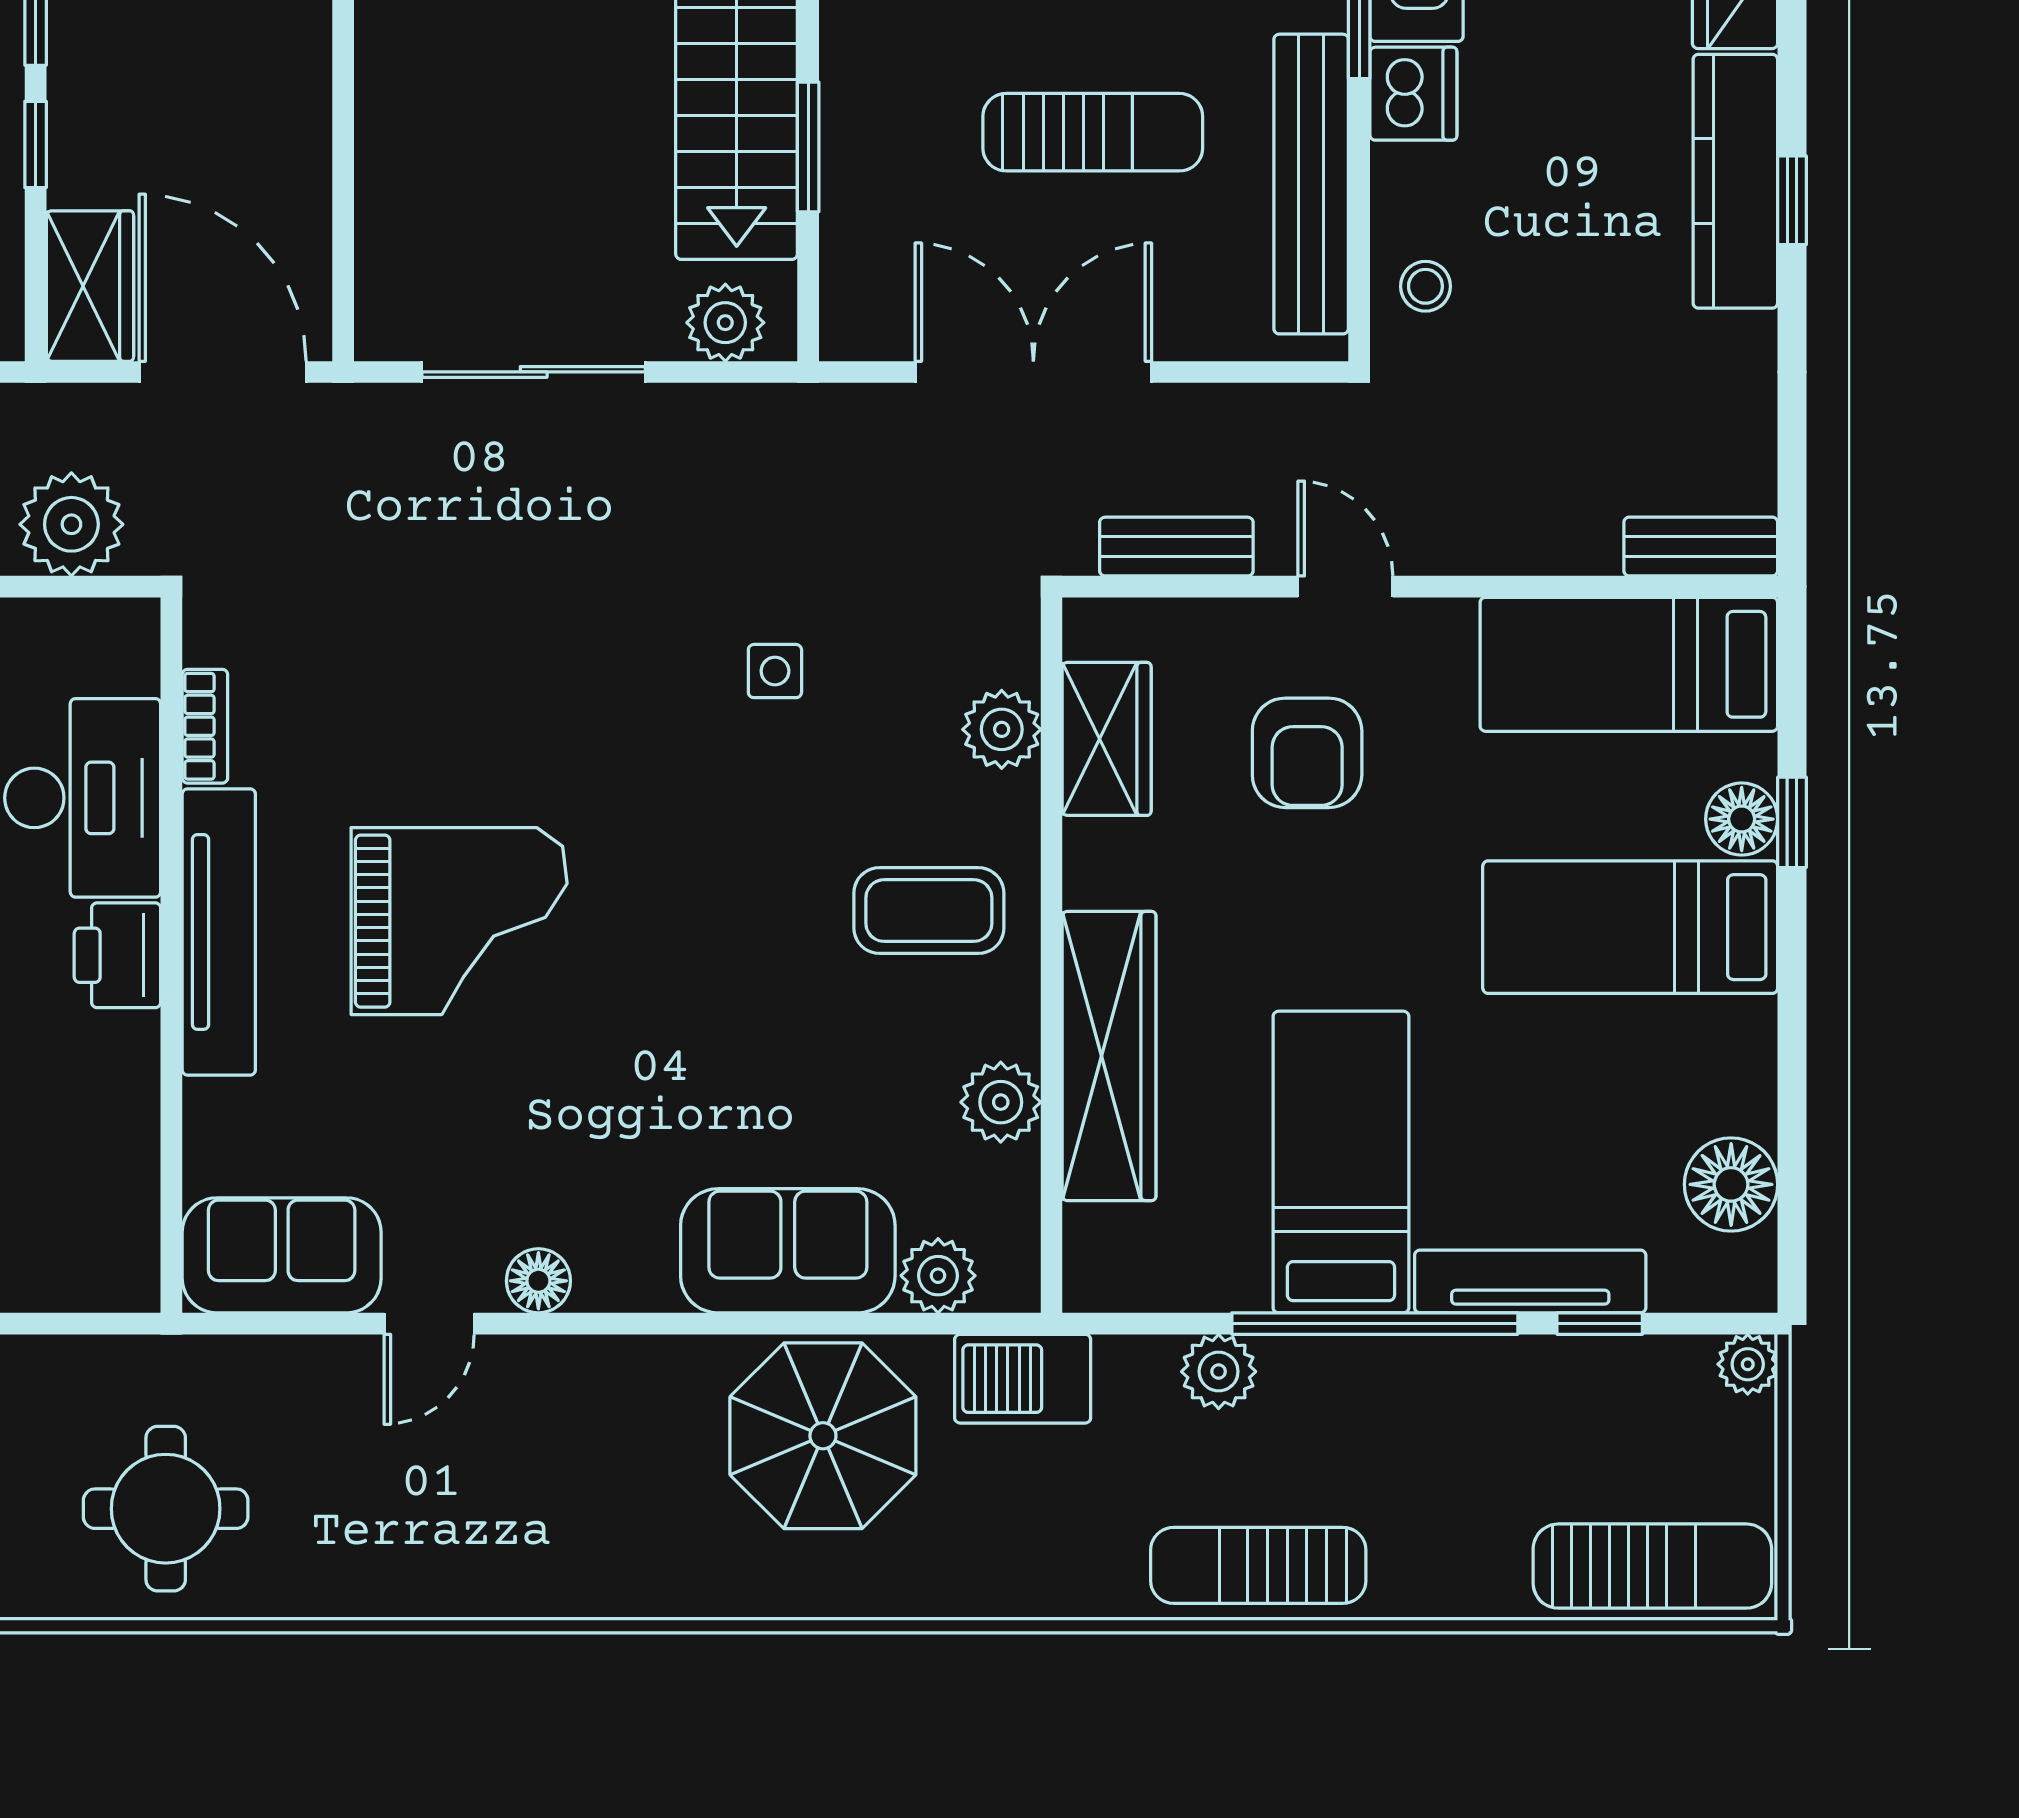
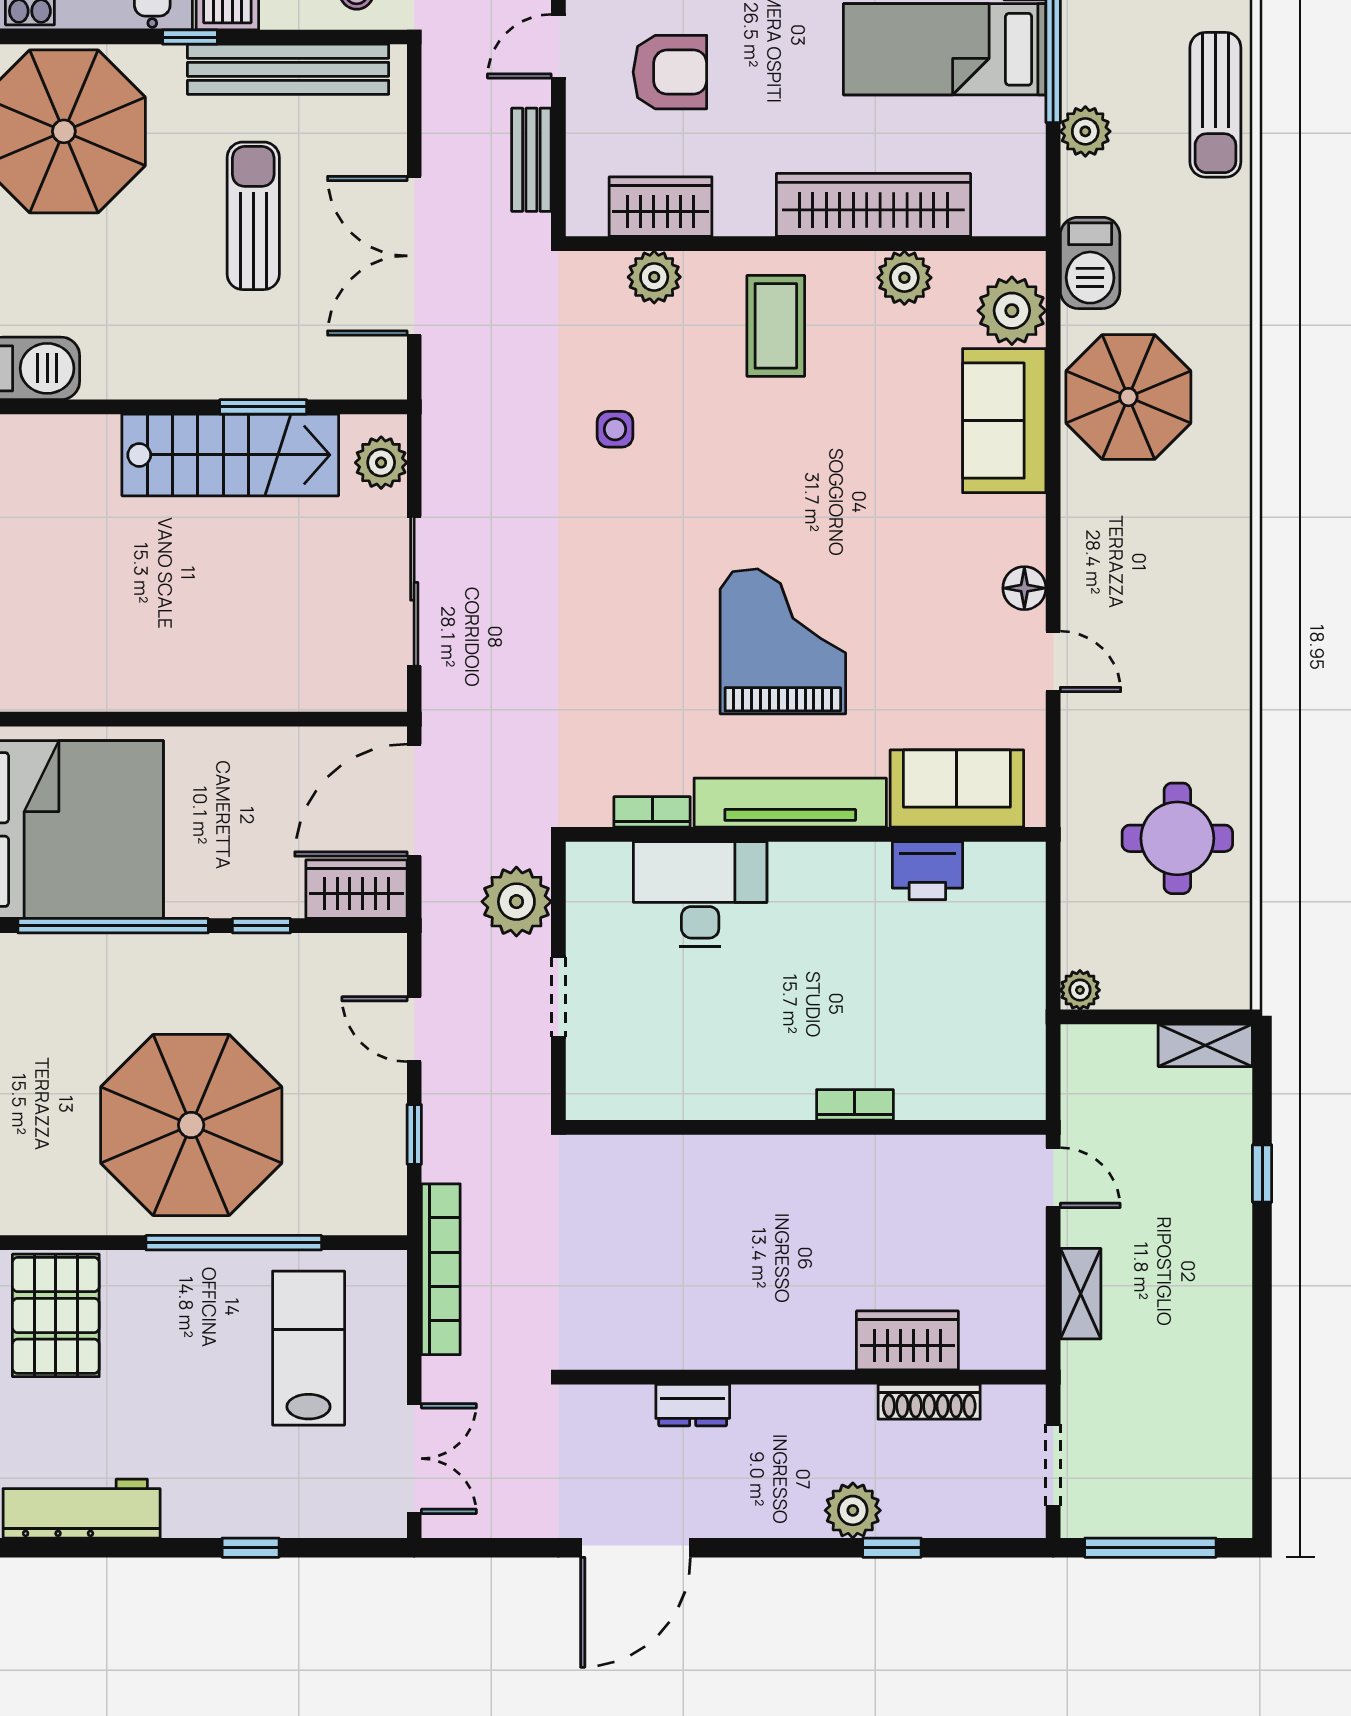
printer: (117, 955) -> (927, 871), moved
sofa: (282, 1255) -> (957, 789), moved, turned 90
plant: (938, 1276) -> (1012, 311), width x1.36, depth x1.36

